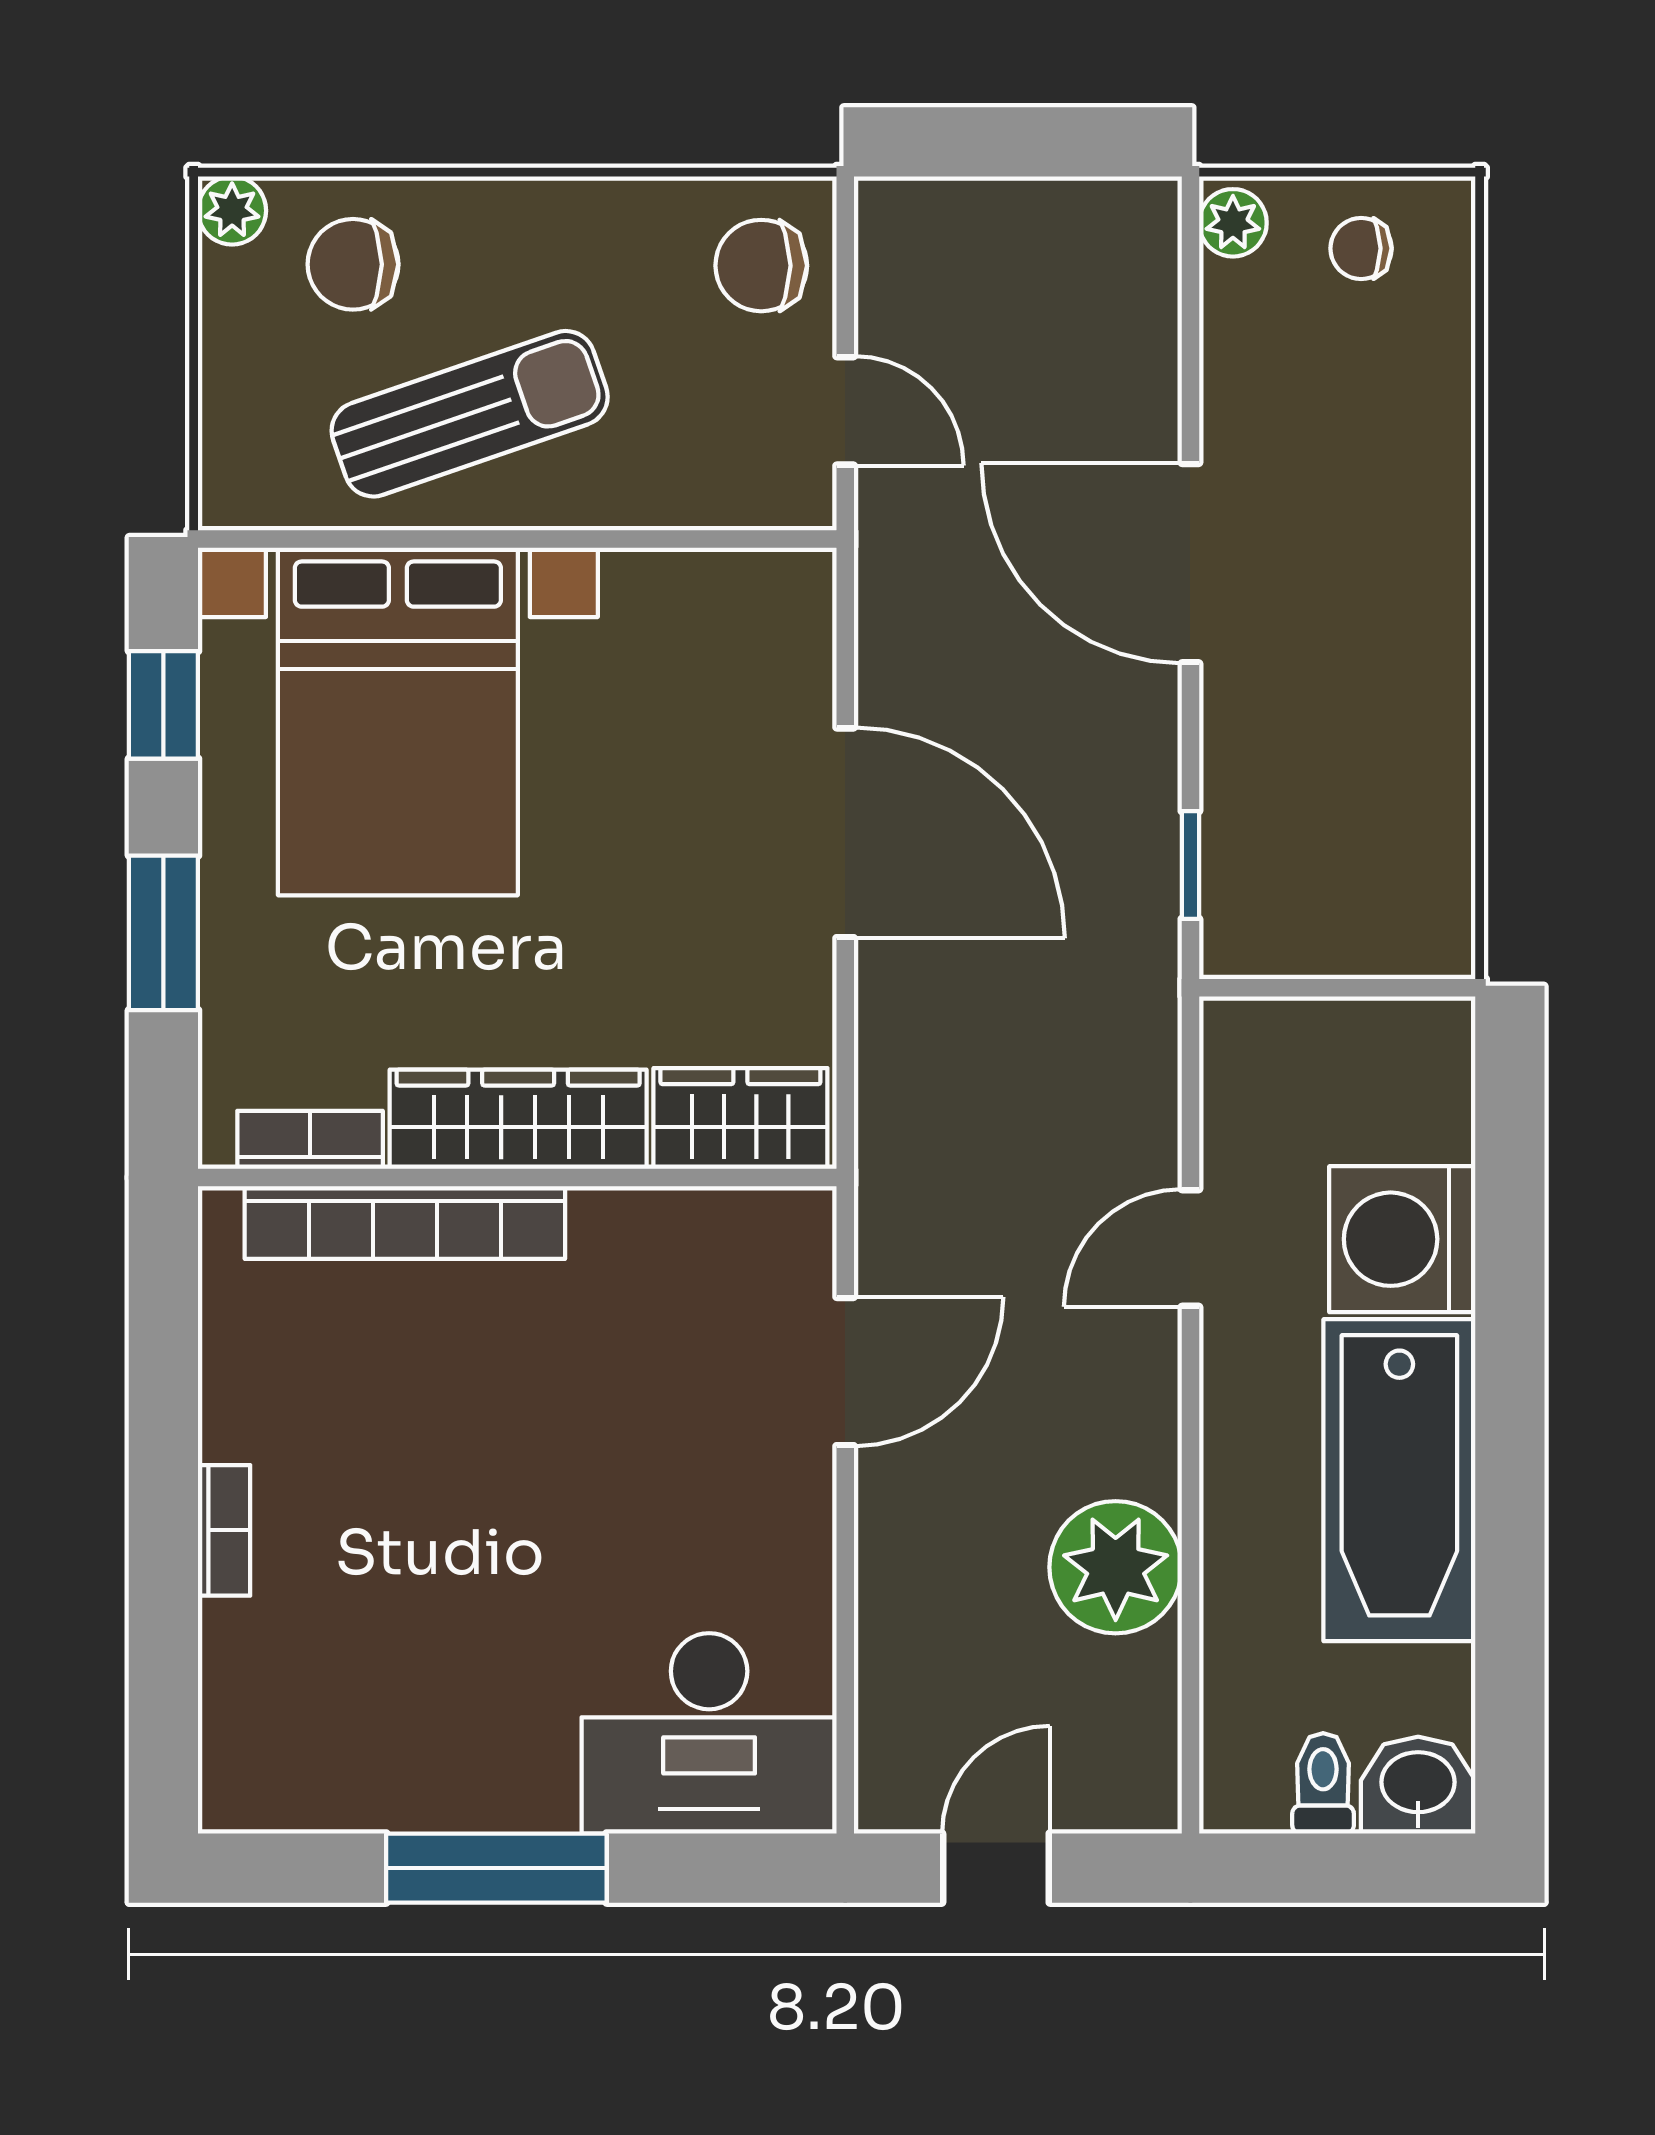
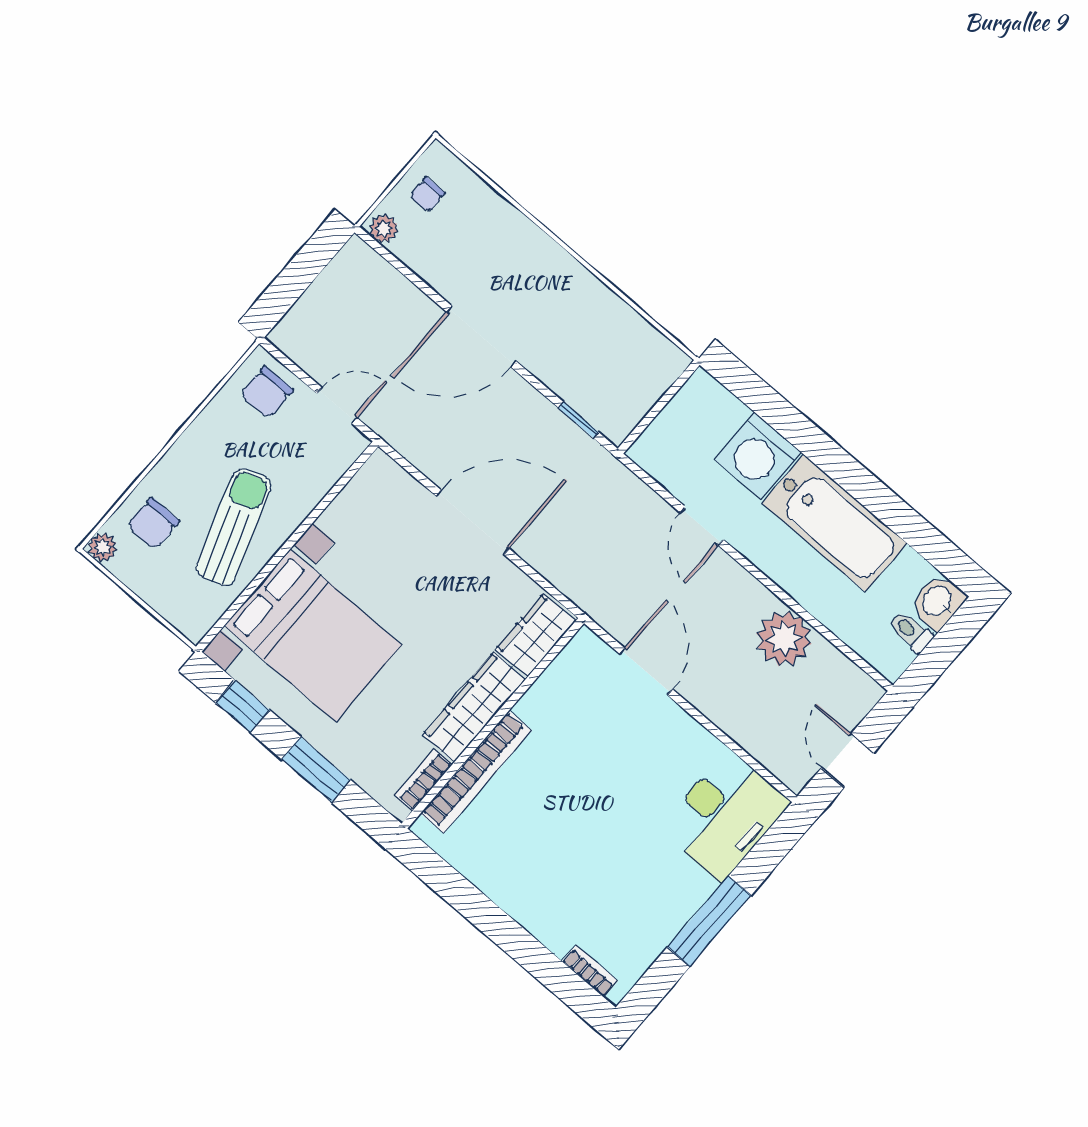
bookcase: (224, 1530) -> (590, 971), moved

